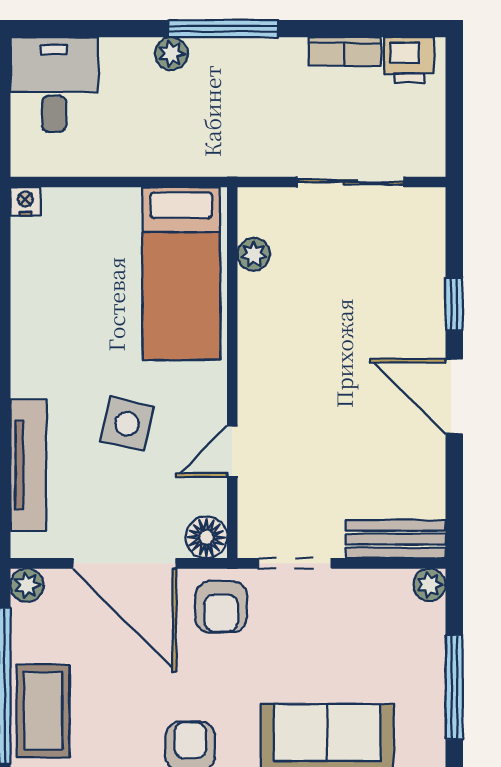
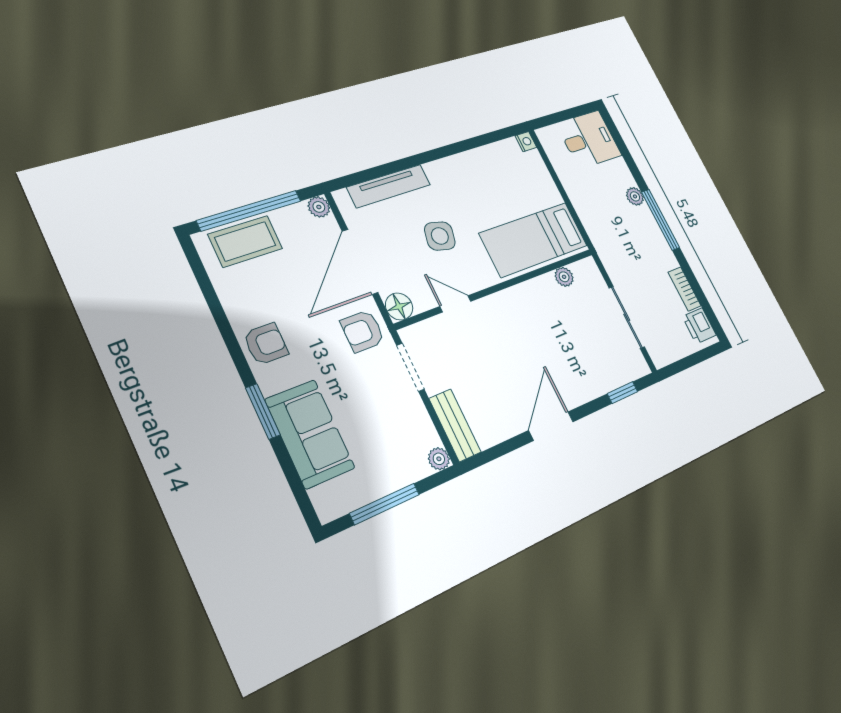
window: (454, 304) -> (622, 393), moved

